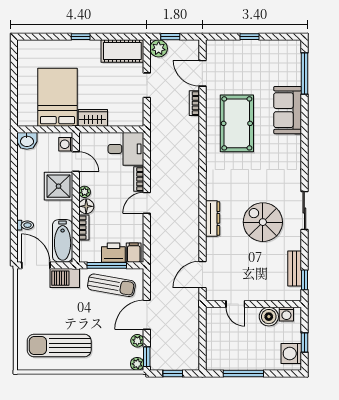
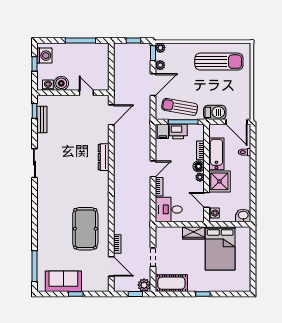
sofa: (288, 110) -> (63, 281), moved, turned -90
spiral stairs: (263, 222) -> (66, 154), removed
bathtub: (63, 241) -> (216, 154), moved

